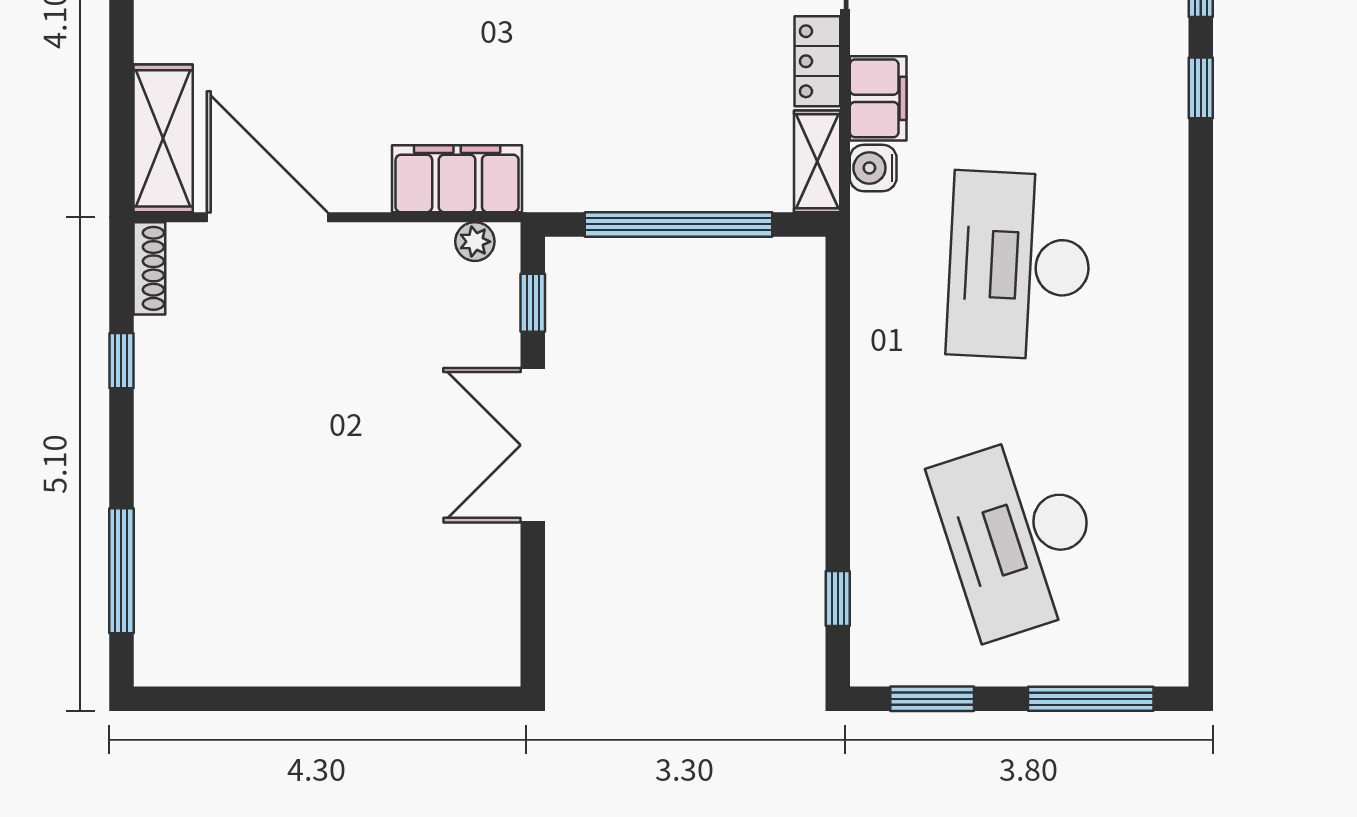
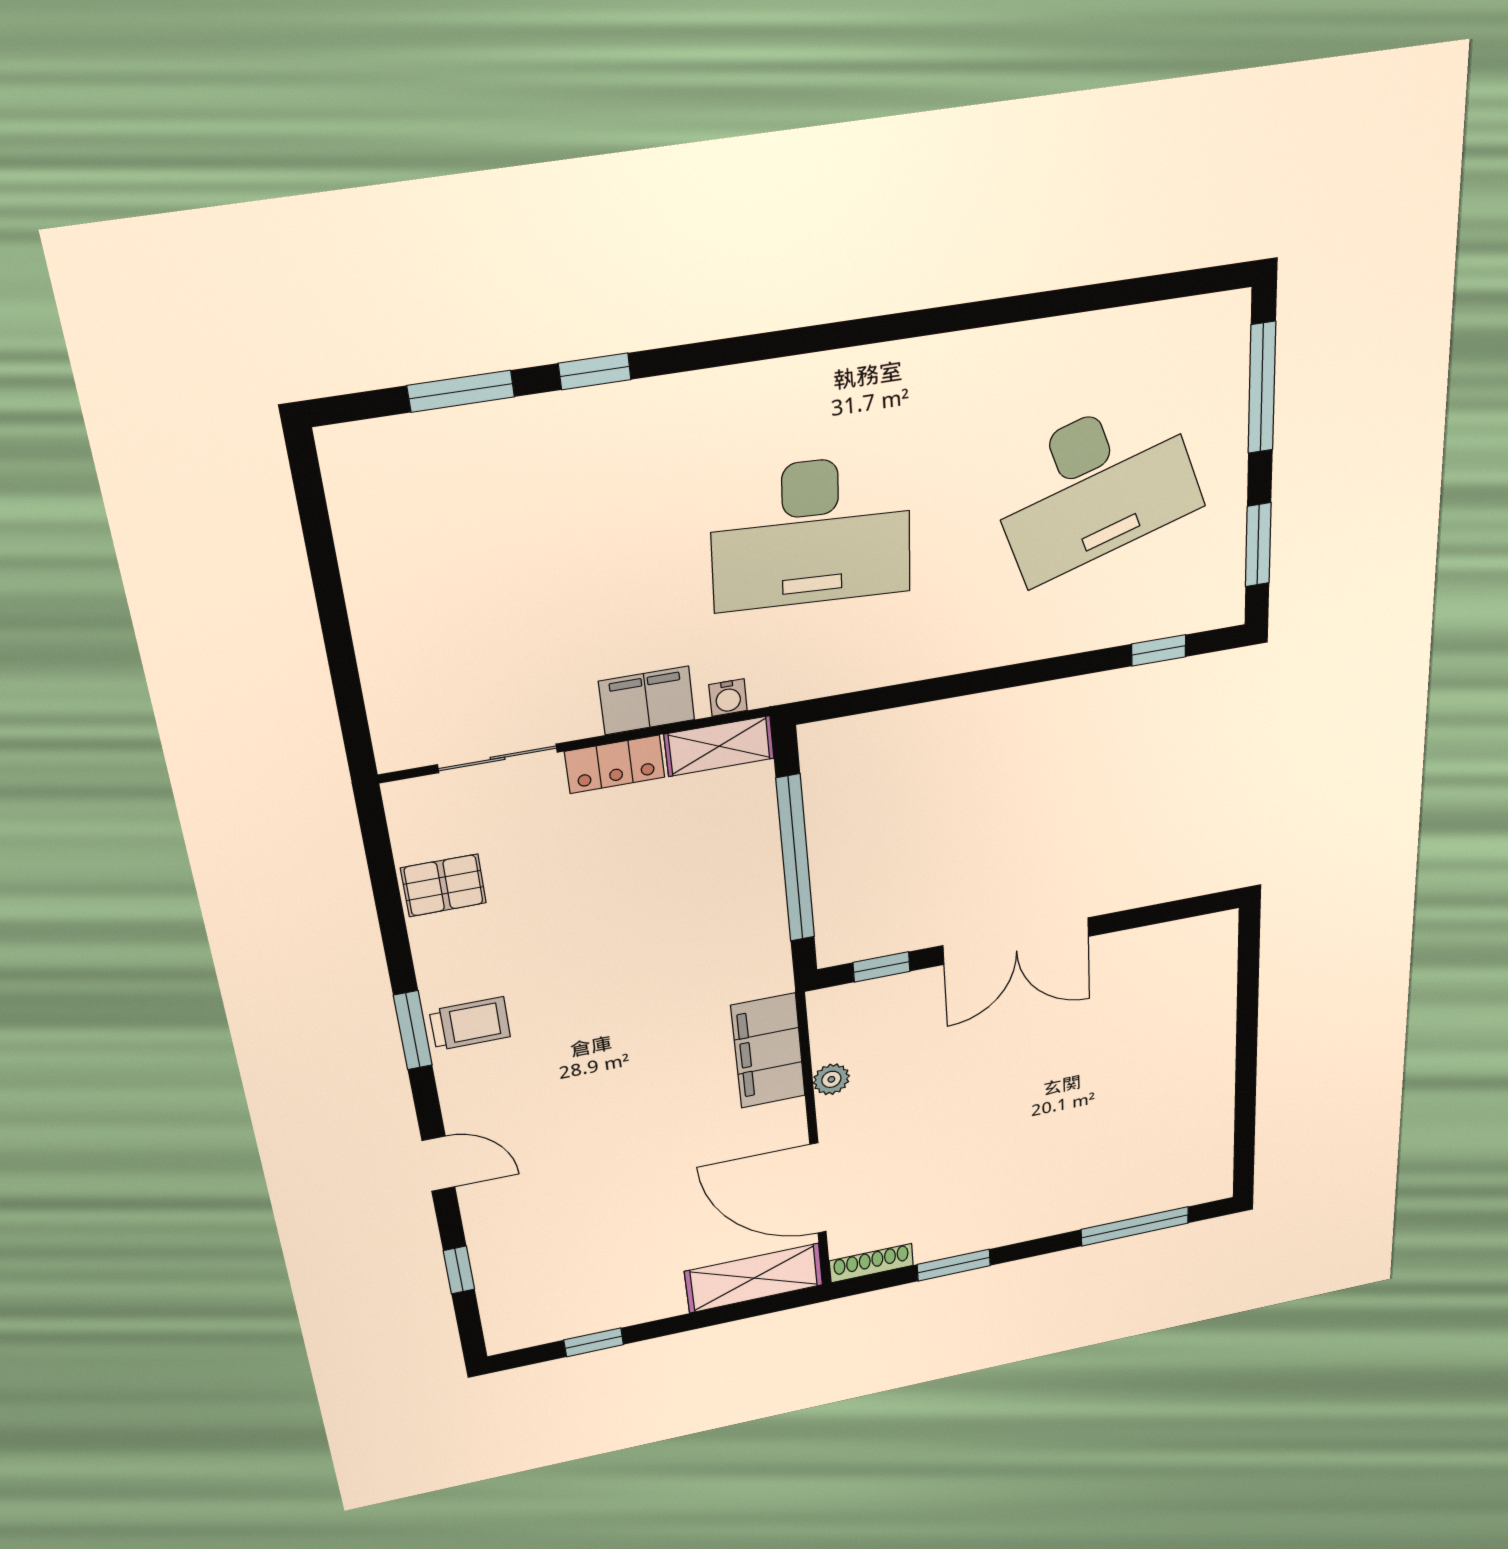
water cooler: (873, 168) -> (728, 698), width x0.72, depth x0.72
door: (267, 217) -> (818, 1188), hinge flipped
plant: (475, 242) -> (831, 1079), moved
window: (121, 361) -> (954, 1265), width x1.50

